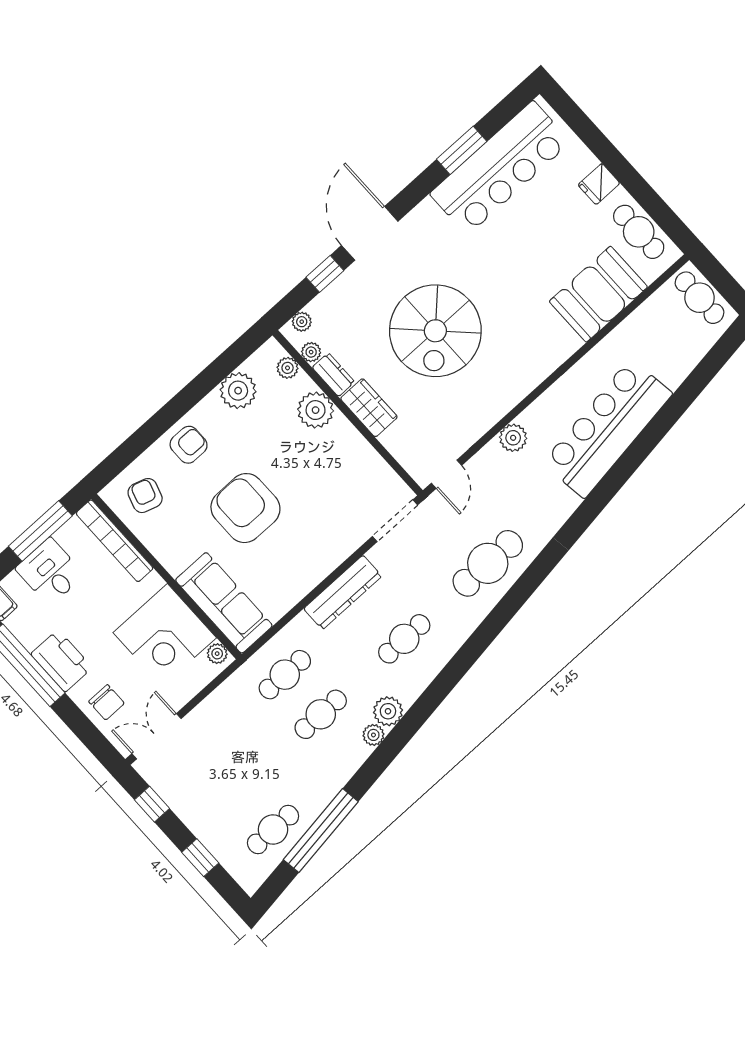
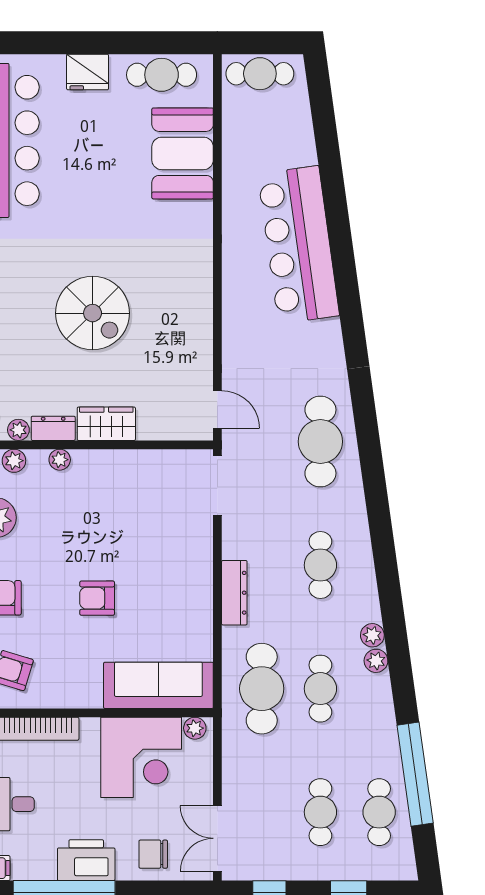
fridge: (599, 184) -> (88, 72), width x1.38
spiral stairs: (435, 331) -> (93, 313), width x0.73, depth x0.73
plant: (316, 410) -> (60, 460), width x0.53, depth x0.53
plant: (513, 438) -> (237, 328), removed
armchair: (245, 508) -> (97, 598), width x0.53, depth x0.53
dresser: (343, 592) -> (234, 593), width x0.73, depth x0.80
cafe table: (285, 675) -> (262, 689), width x1.37, depth x1.35
chair: (107, 702) -> (153, 854), turned 180
plant: (388, 711) -> (372, 635), width x0.73, depth x0.73
cafe table: (237, 790) -> (320, 812), added

